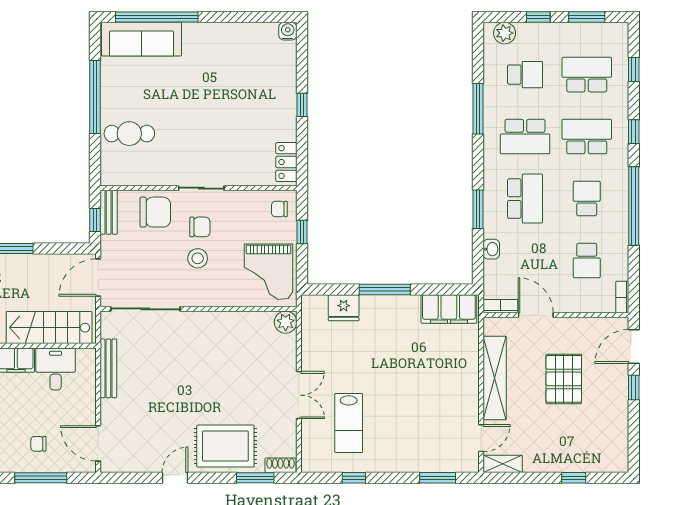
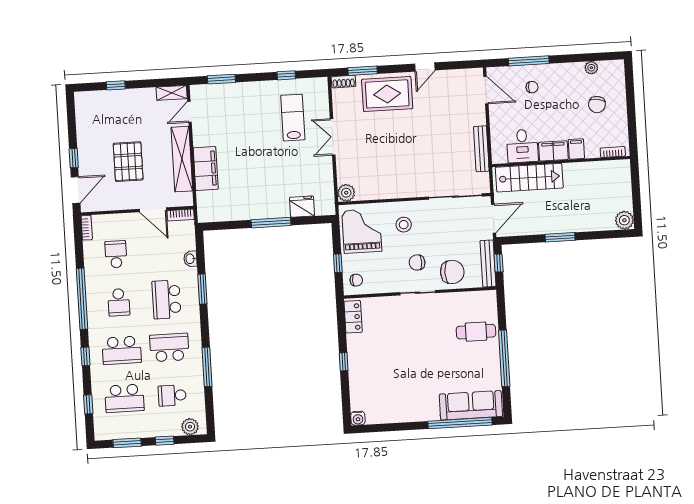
bench: (109, 212) -> (488, 263), width x1.36
chair: (155, 212) -> (452, 272), turned 180
stool: (198, 258) -> (404, 225), moved
filing cabinet: (449, 309) -> (206, 168), moved, turned 90

